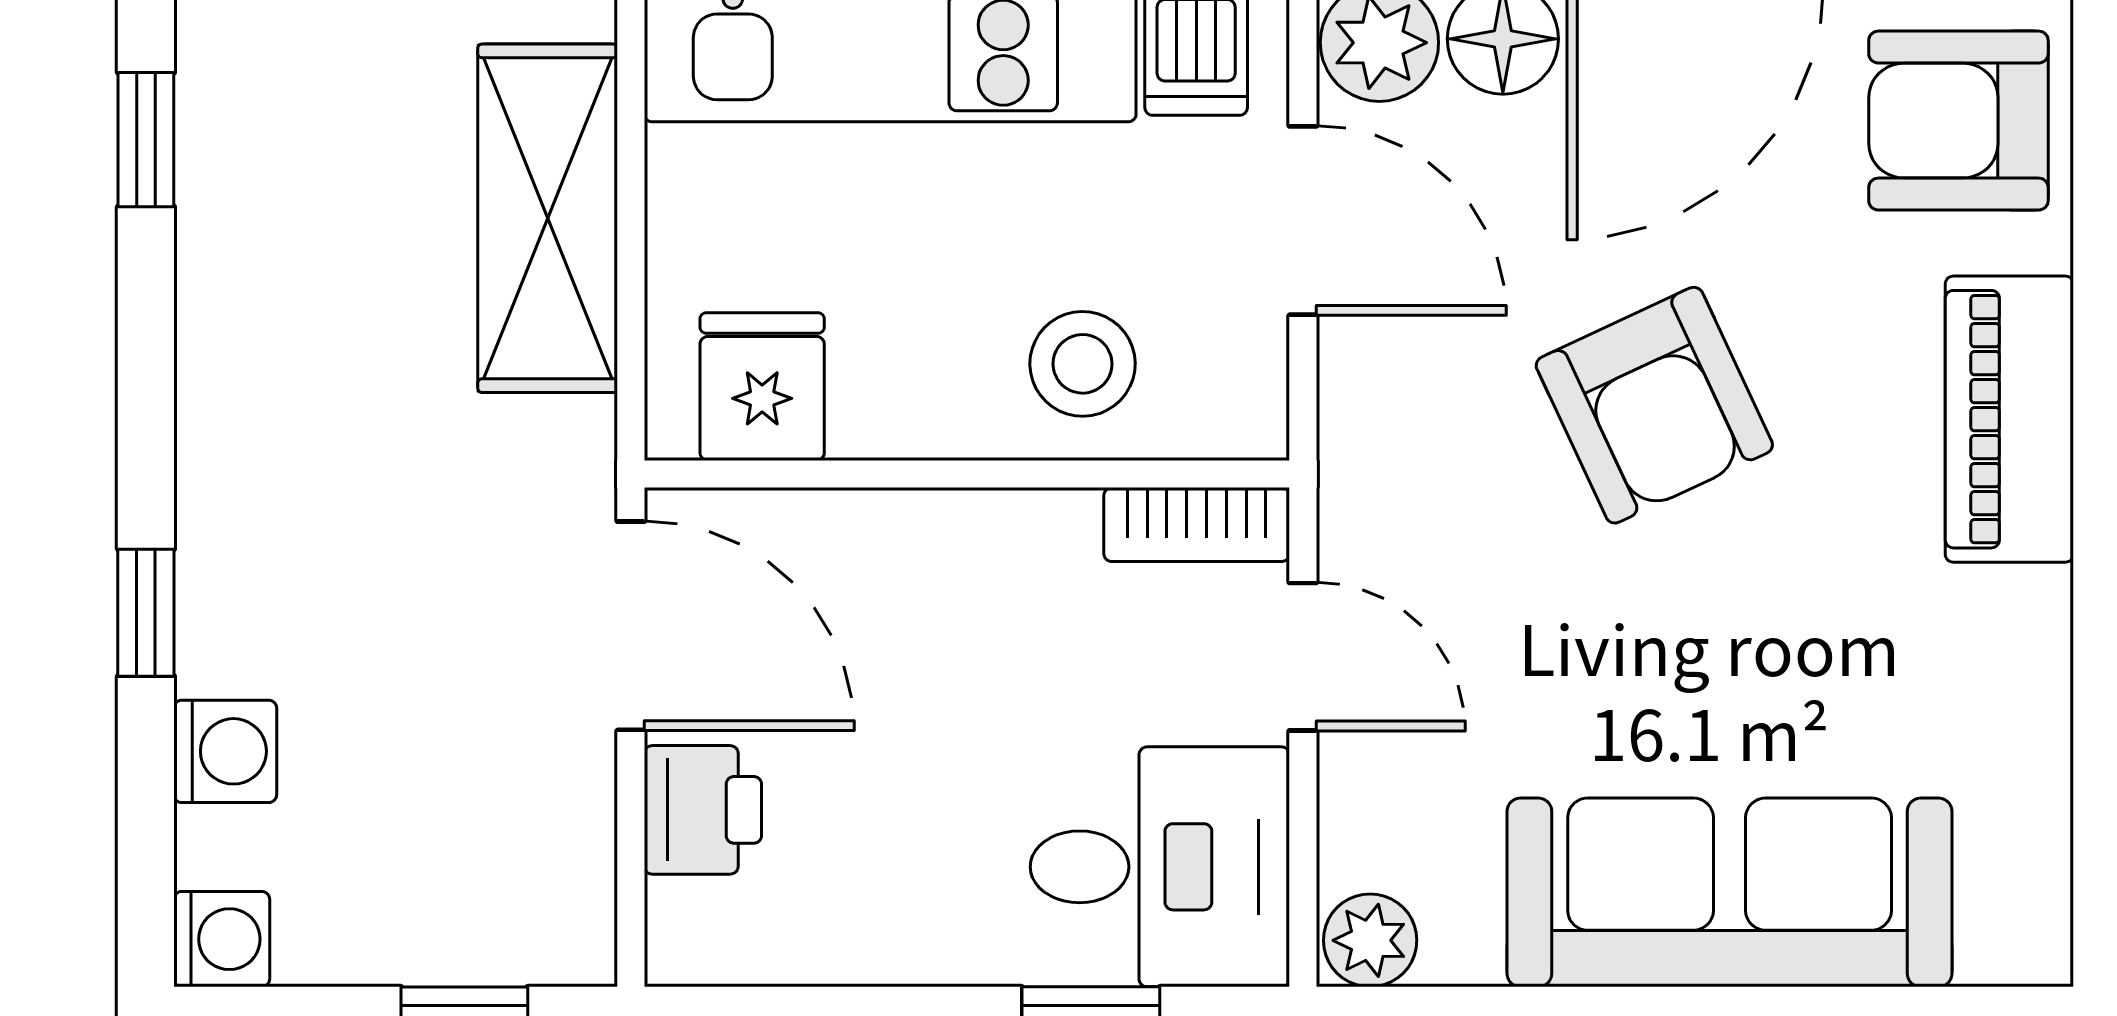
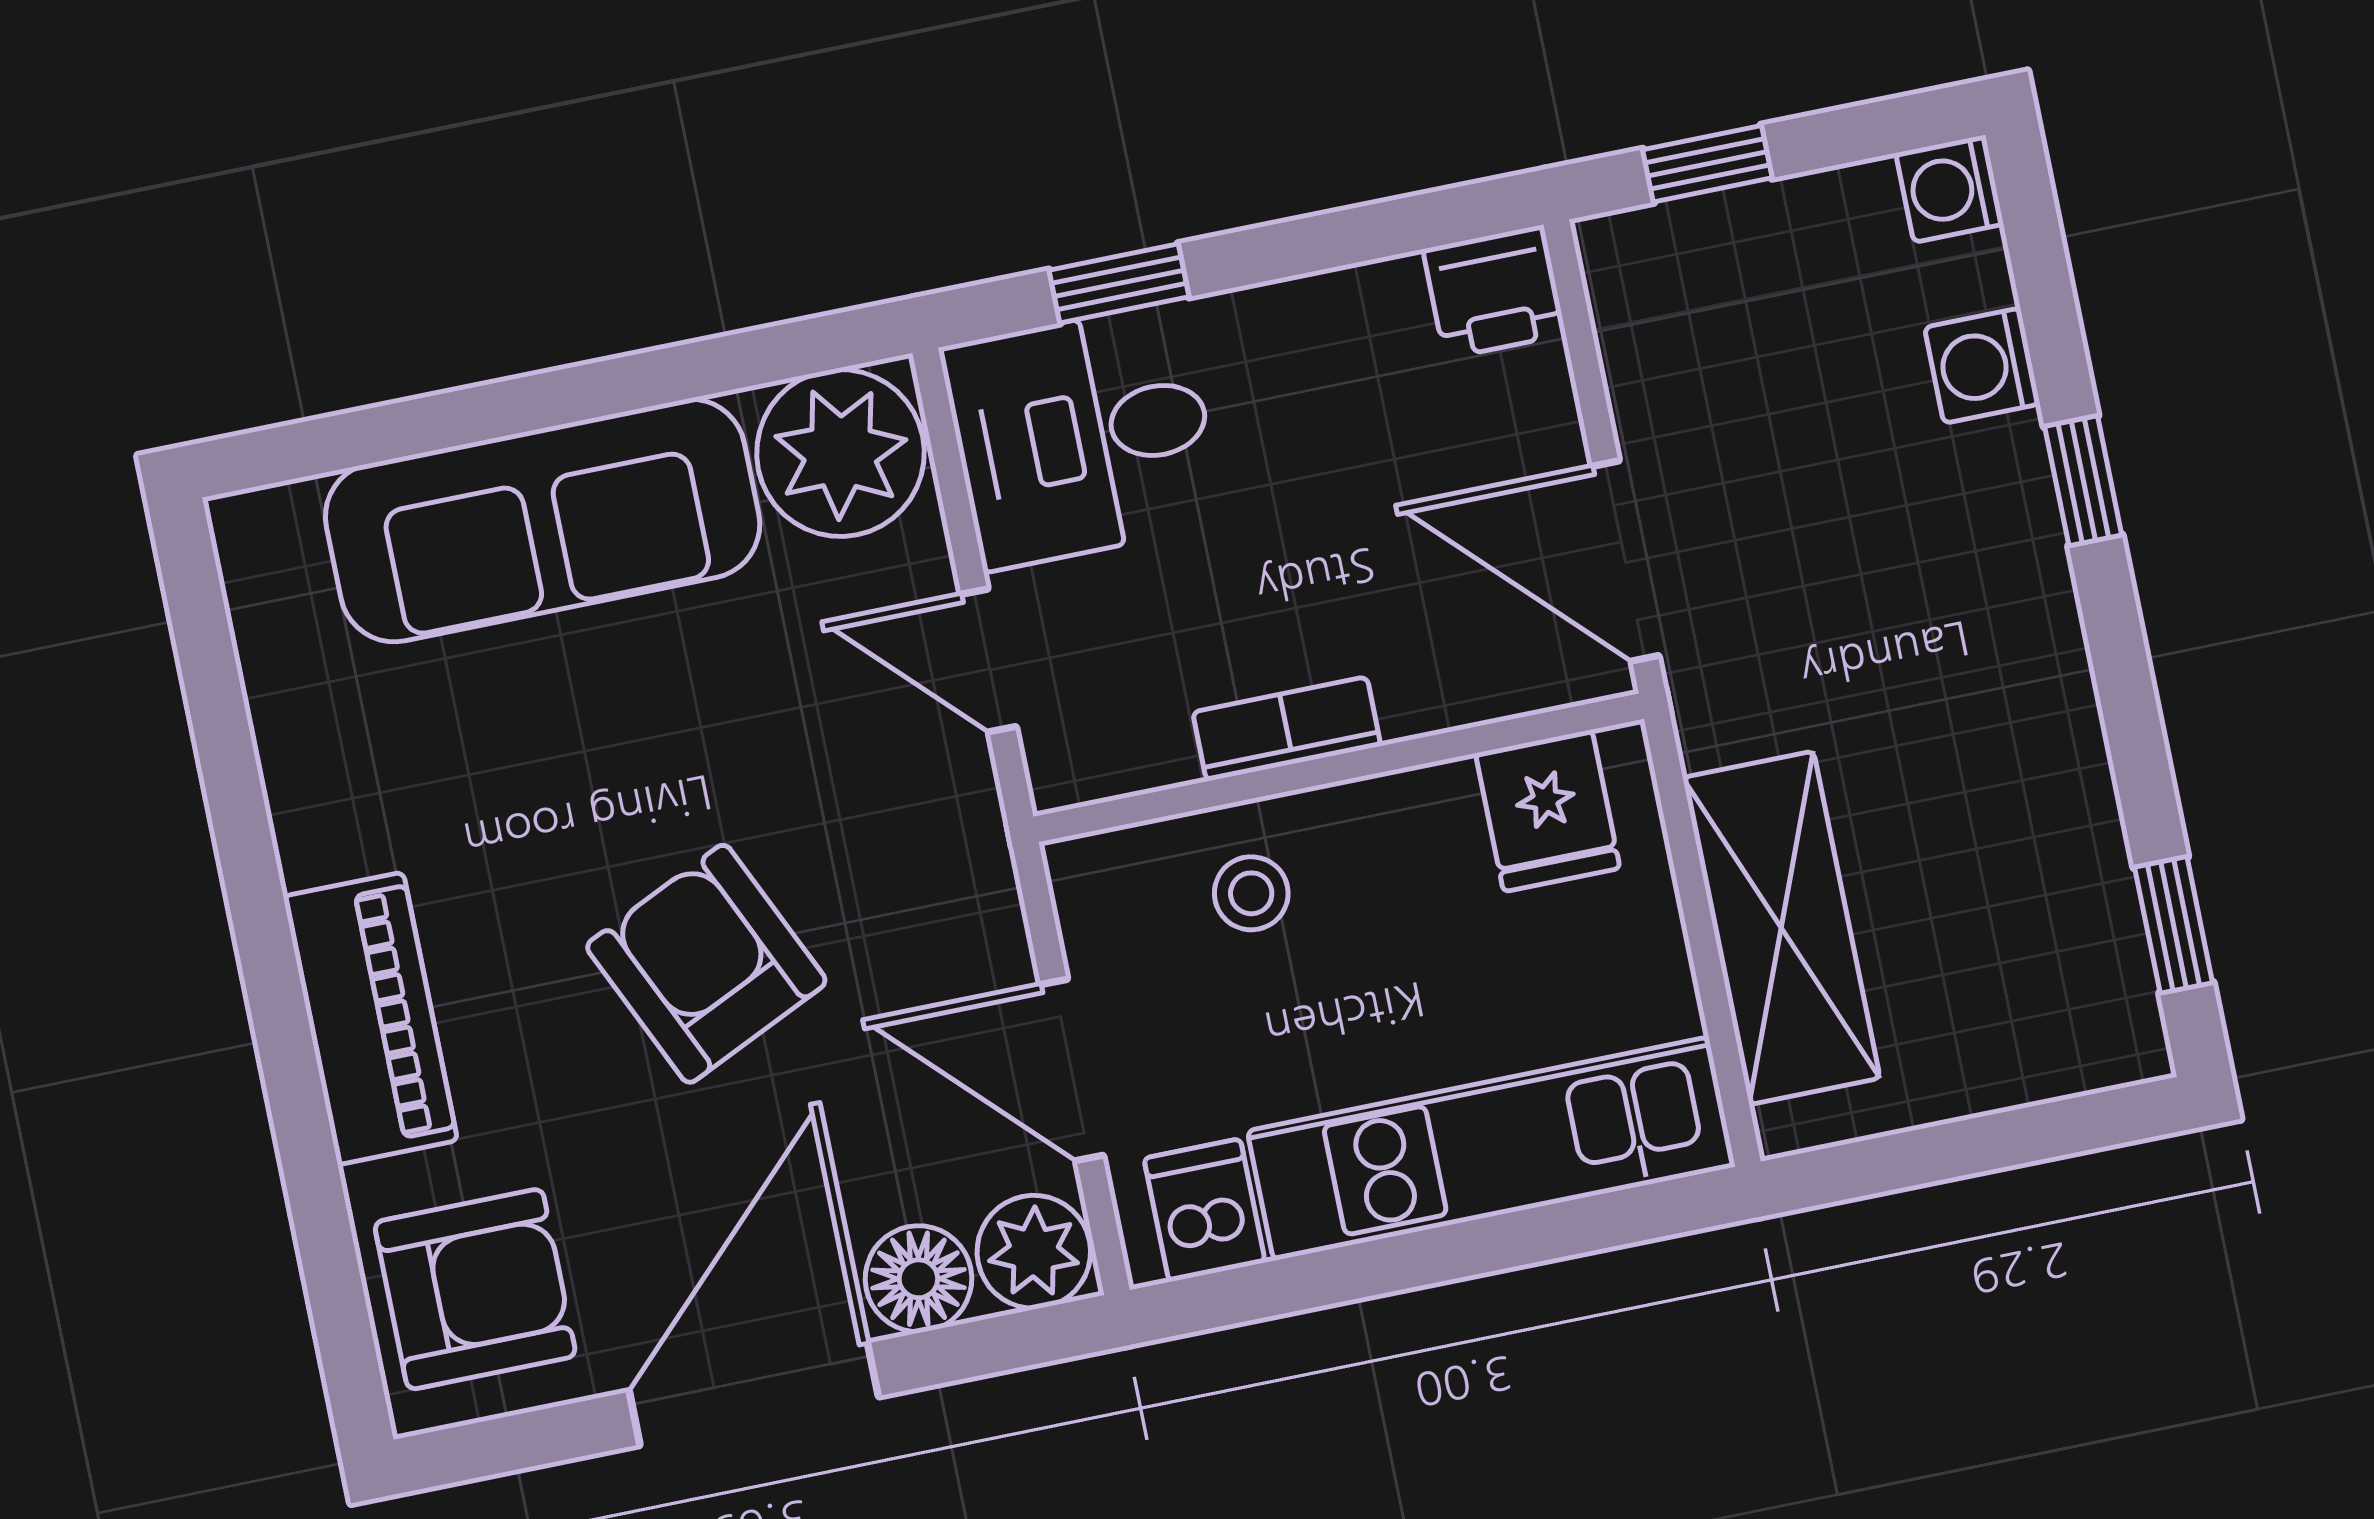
stool: (1083, 364) -> (1251, 893), width x0.73, depth x0.73
bookcase: (1197, 525) -> (1287, 729), moved
printer: (703, 810) -> (1494, 292), moved, turned -90
plant: (1370, 940) -> (840, 453), width x1.87, depth x1.87

